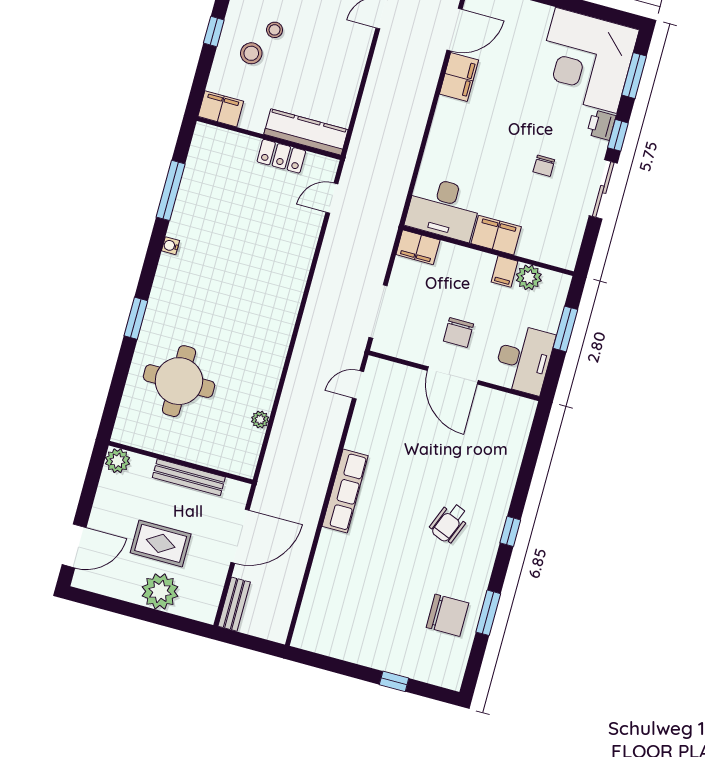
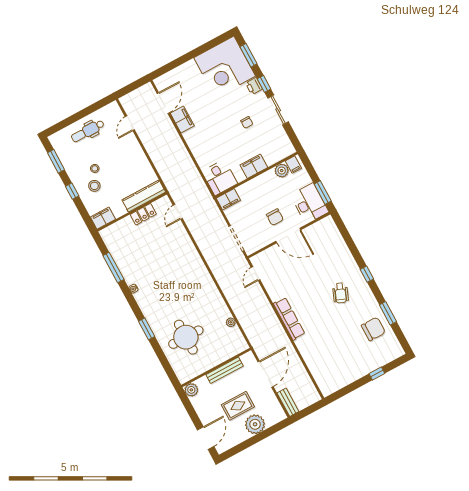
desk: (443, 208) -> (220, 178), width x0.73
filing cabinet: (504, 272) -> (293, 165), moved
window: (565, 329) -> (323, 192), moved

